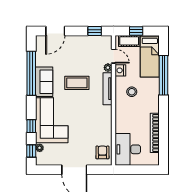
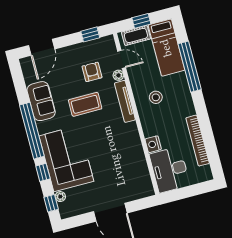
nightstand: (120, 70) -> (153, 144), moved
window: (31, 73) -> (32, 131), moved
sofa: (44, 82) -> (41, 101), moved
armchair: (102, 152) -> (92, 72), moved

